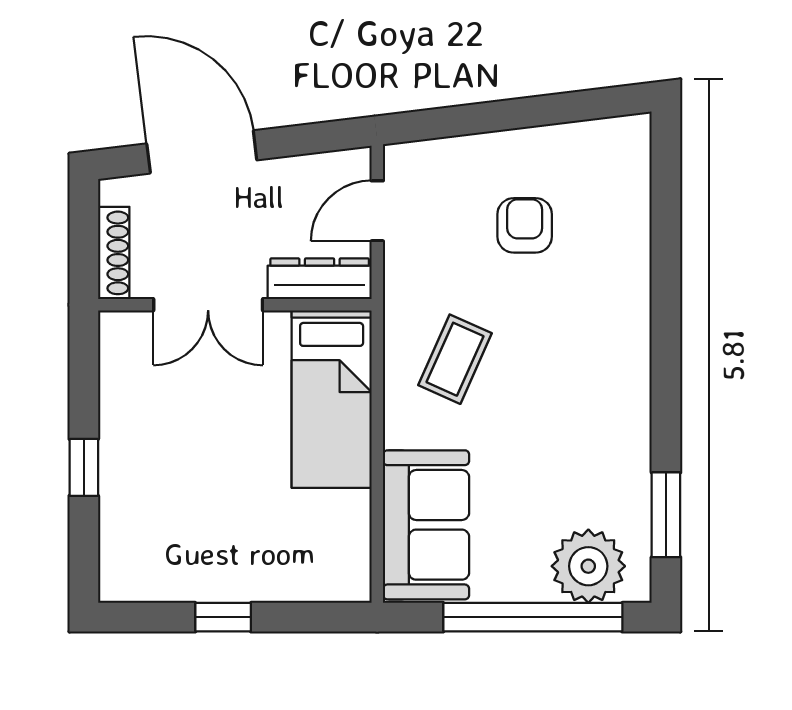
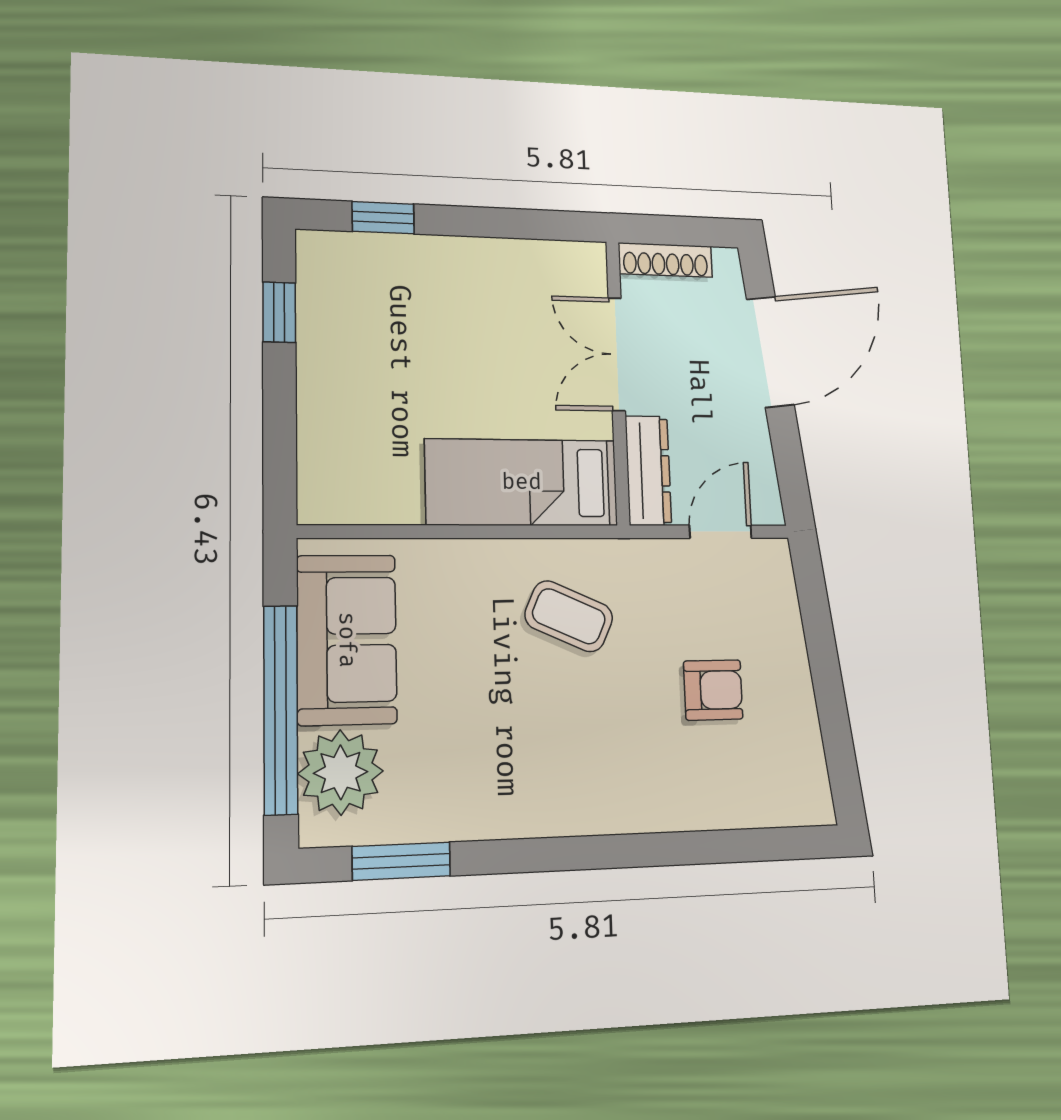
door: (377, 211) -> (721, 532), hinge flipped
window: (84, 467) -> (383, 218), moved
sofa: (426, 525) -> (347, 640), moved, turned -90
window: (223, 617) -> (279, 312), moved

